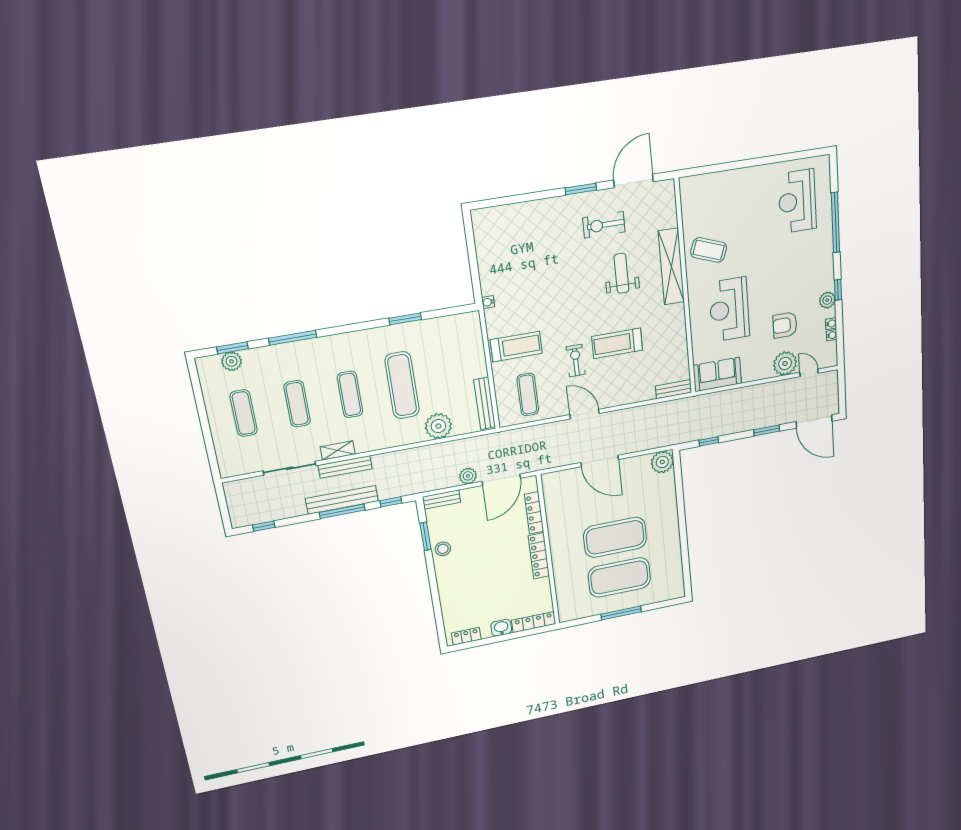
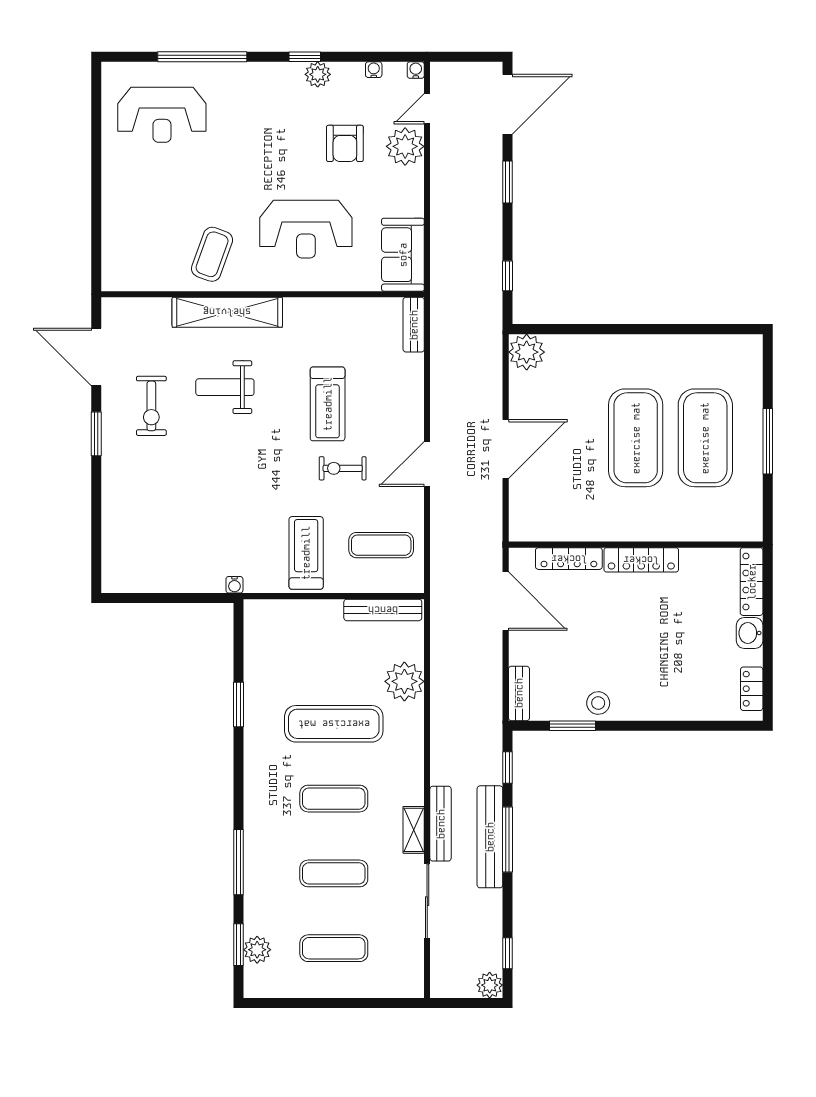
water cooler: (831, 324) -> (416, 70), moved
plant: (468, 476) -> (490, 985), moved

